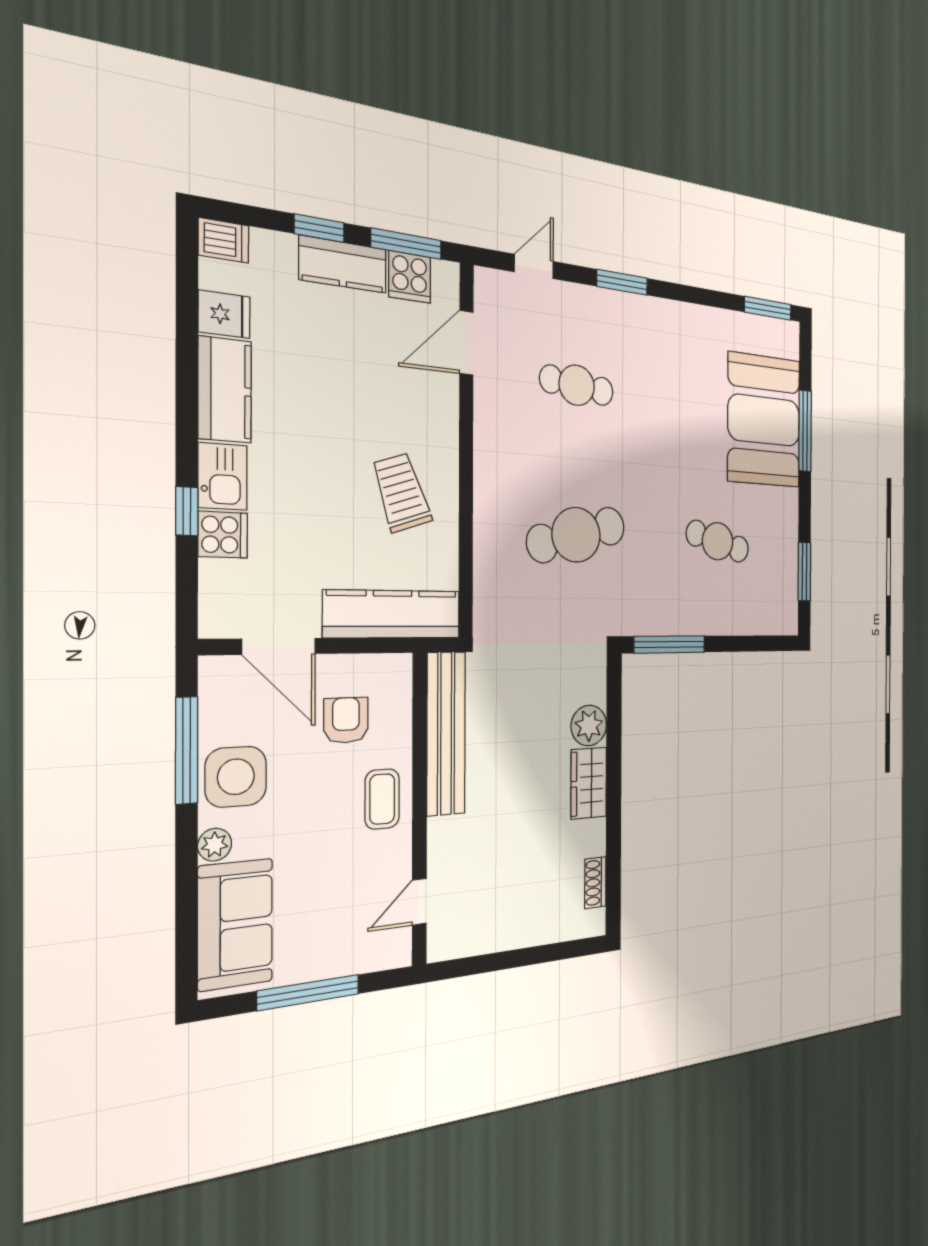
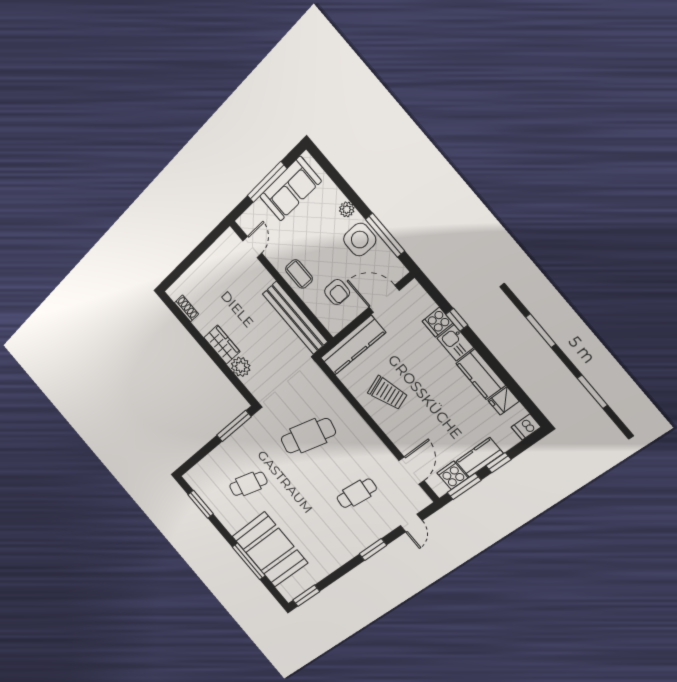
cafe table: (576, 535) -> (308, 436), turned 30
sofa: (235, 924) -> (290, 189), moved, turned -90

